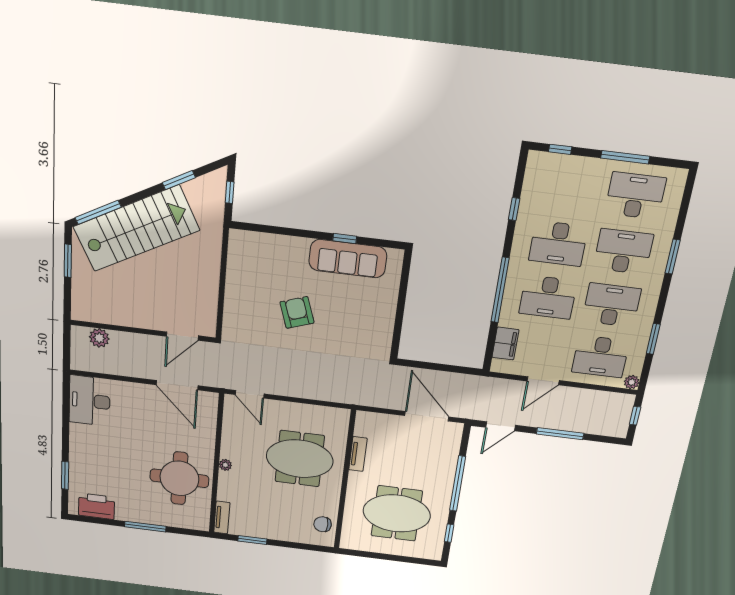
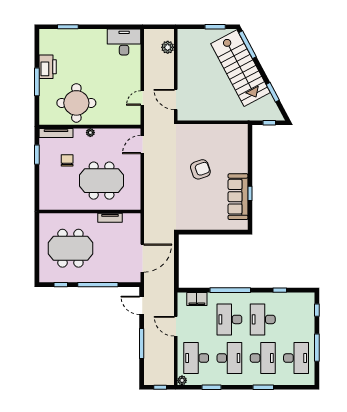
door: (177, 385) -> (142, 98), width x0.53
meeting table: (300, 459) -> (102, 181), turned 90
printer: (97, 506) -> (48, 67), moved
meeting table: (397, 513) -> (70, 248), turned 90
tv unit: (222, 517) -> (56, 133), width x1.41
chair: (323, 524) -> (67, 160), moved

